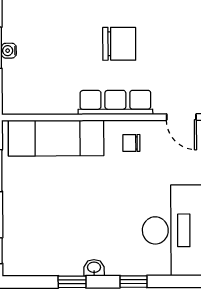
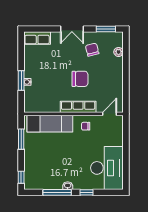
door: (181, 117) -> (110, 114), swing flipped
window: (72, 282) -> (57, 192), width x2.17

